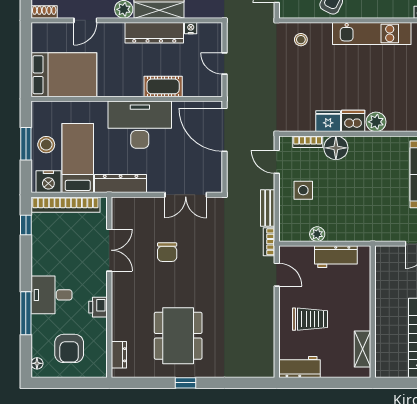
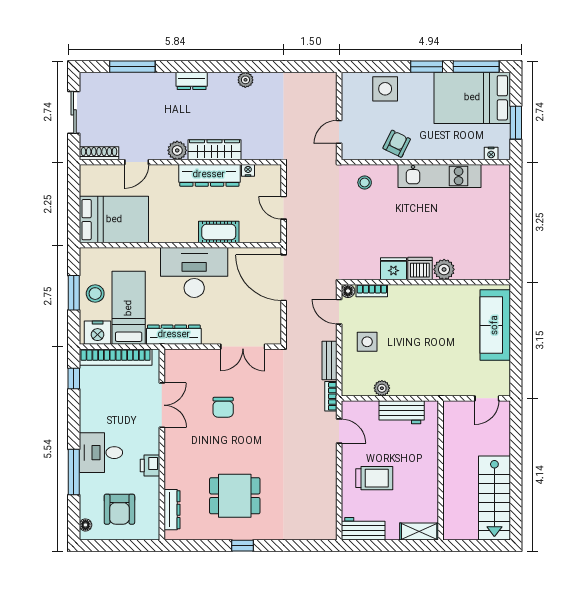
shoe rack: (44, 12) -> (99, 153), width x1.43
floor lamp: (336, 148) -> (348, 291), moved, width x0.53, depth x0.53
dining table: (178, 336) -> (235, 496), width x0.73
shelving: (362, 349) -> (419, 531), moved, turned 90
dresser: (119, 355) -> (172, 510), width x1.44

